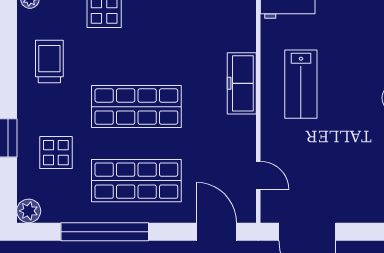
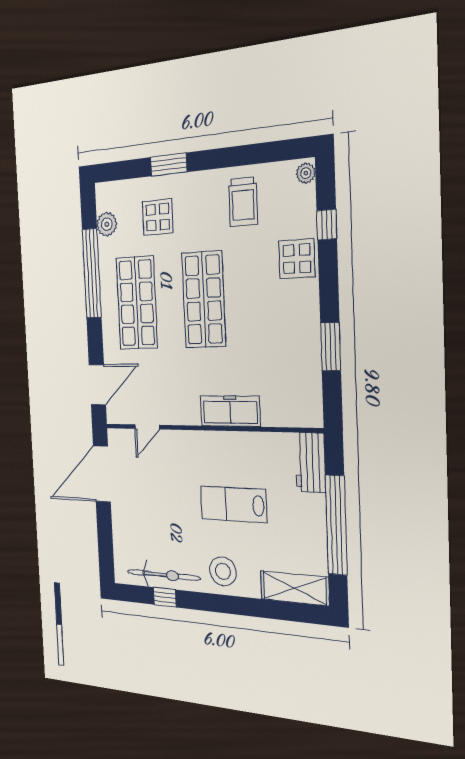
trolley: (49, 62) -> (243, 202), turned 90
lab bench: (301, 84) -> (233, 504), moved
plant: (29, 211) -> (107, 224), moved

